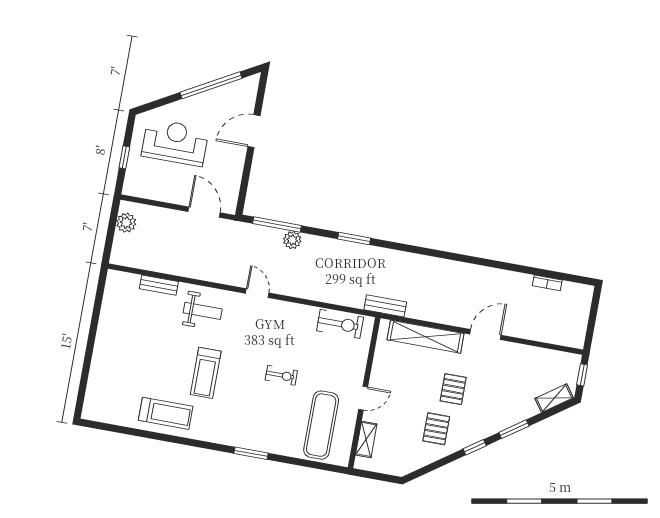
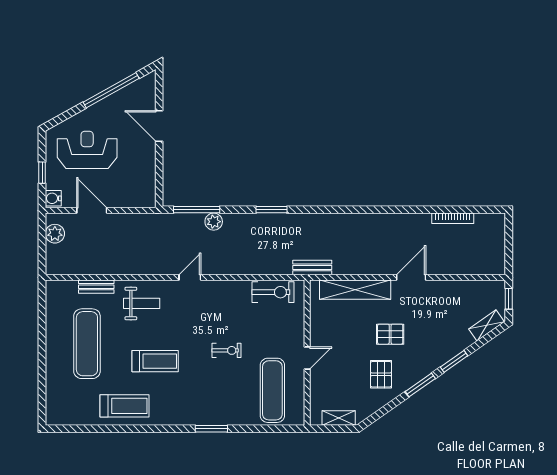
door: (254, 131) -> (159, 126), hinge flipped
water cooler: (131, 186) -> (53, 198), added
door: (204, 212) -> (92, 210), moved
bookcase: (547, 283) -> (453, 218), width x1.56
door: (257, 293) -> (190, 277), hinge flipped
exercise mat: (139, 342) -> (87, 344), added
treadmill: (206, 373) -> (155, 361), turned -90
pallet: (453, 389) -> (390, 334), turned 90
shelving: (366, 439) -> (339, 418), moved, turned 90
window: (475, 447) -> (420, 385), width x1.50

